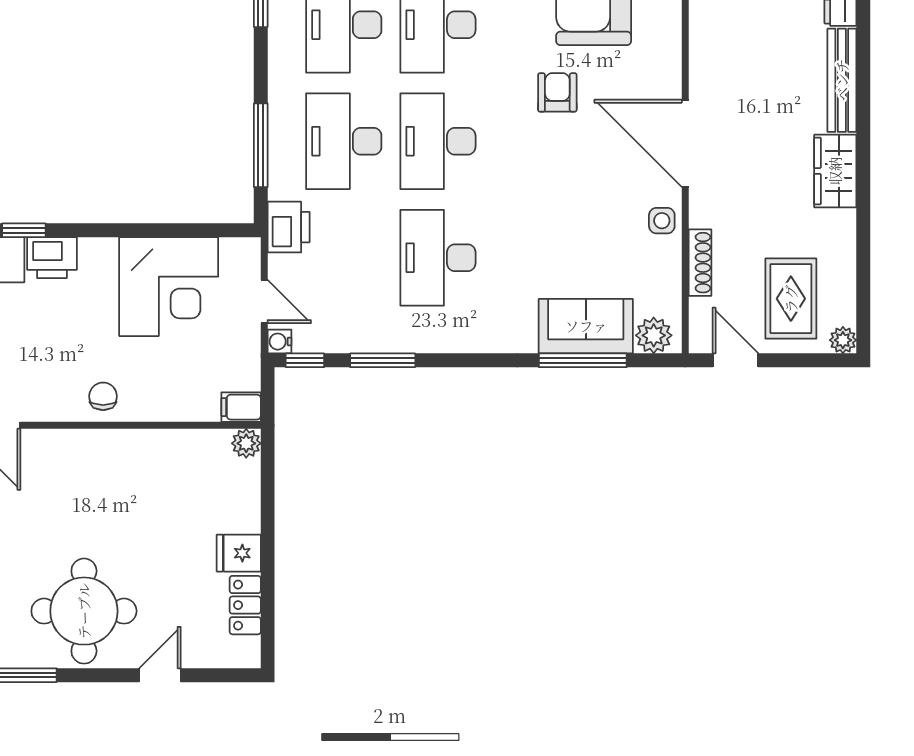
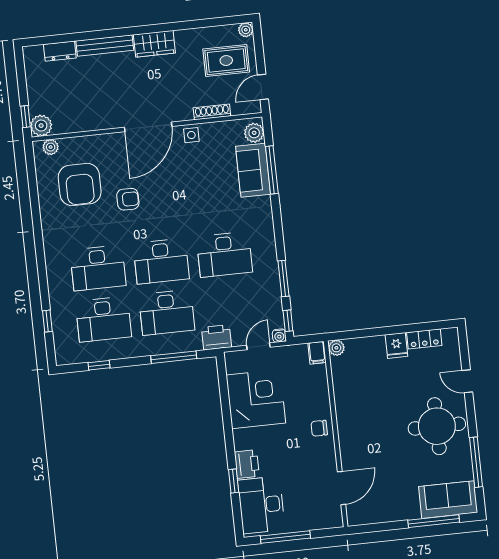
armchair: (557, 92) -> (128, 199), turned 180

